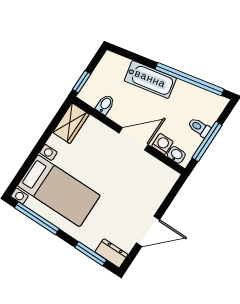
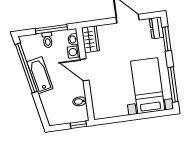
bathtub: (150, 79) -> (40, 75), moved
wardrobe: (71, 123) -> (90, 39), moved, turned 90

